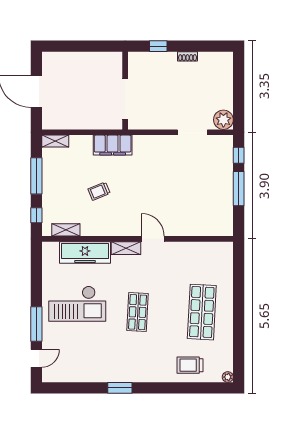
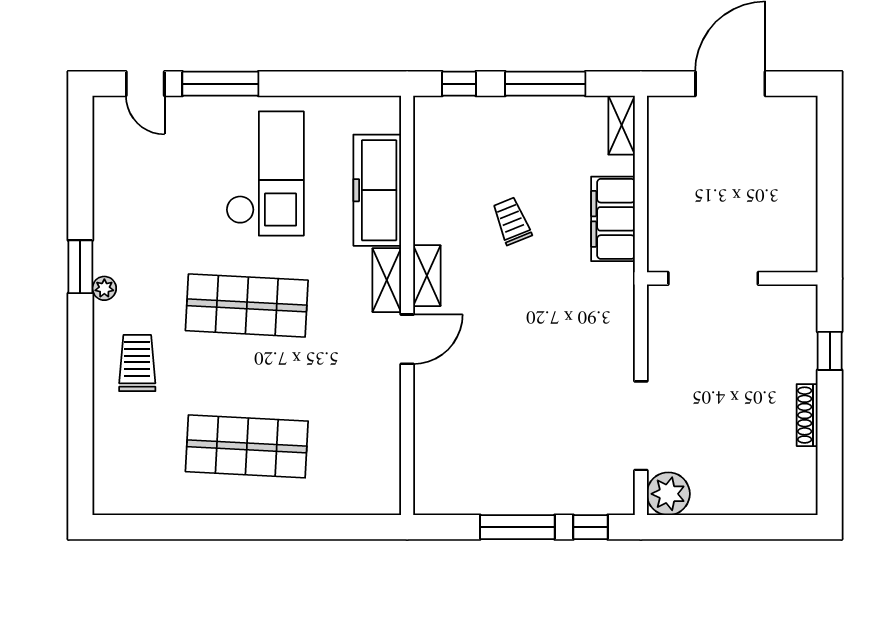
shoe rack: (188, 56) -> (807, 415), width x1.43
doorway: (192, 132) -> (641, 426), width x1.36
filing cabinet: (113, 145) -> (613, 219), moved
shelving: (66, 230) -> (427, 276), moved
checkout: (77, 304) -> (265, 174), turned 180
shop shelf: (138, 312) -> (247, 305), width x1.43, depth x1.36
trolley: (190, 365) -> (137, 363), moved
plant: (228, 377) -> (104, 288), moved

